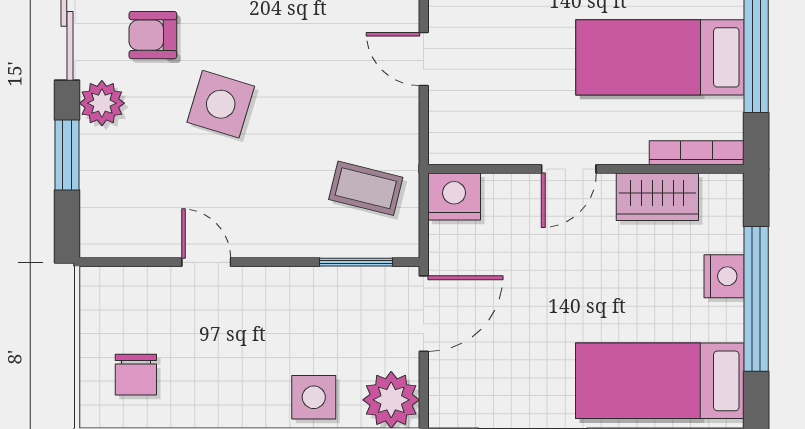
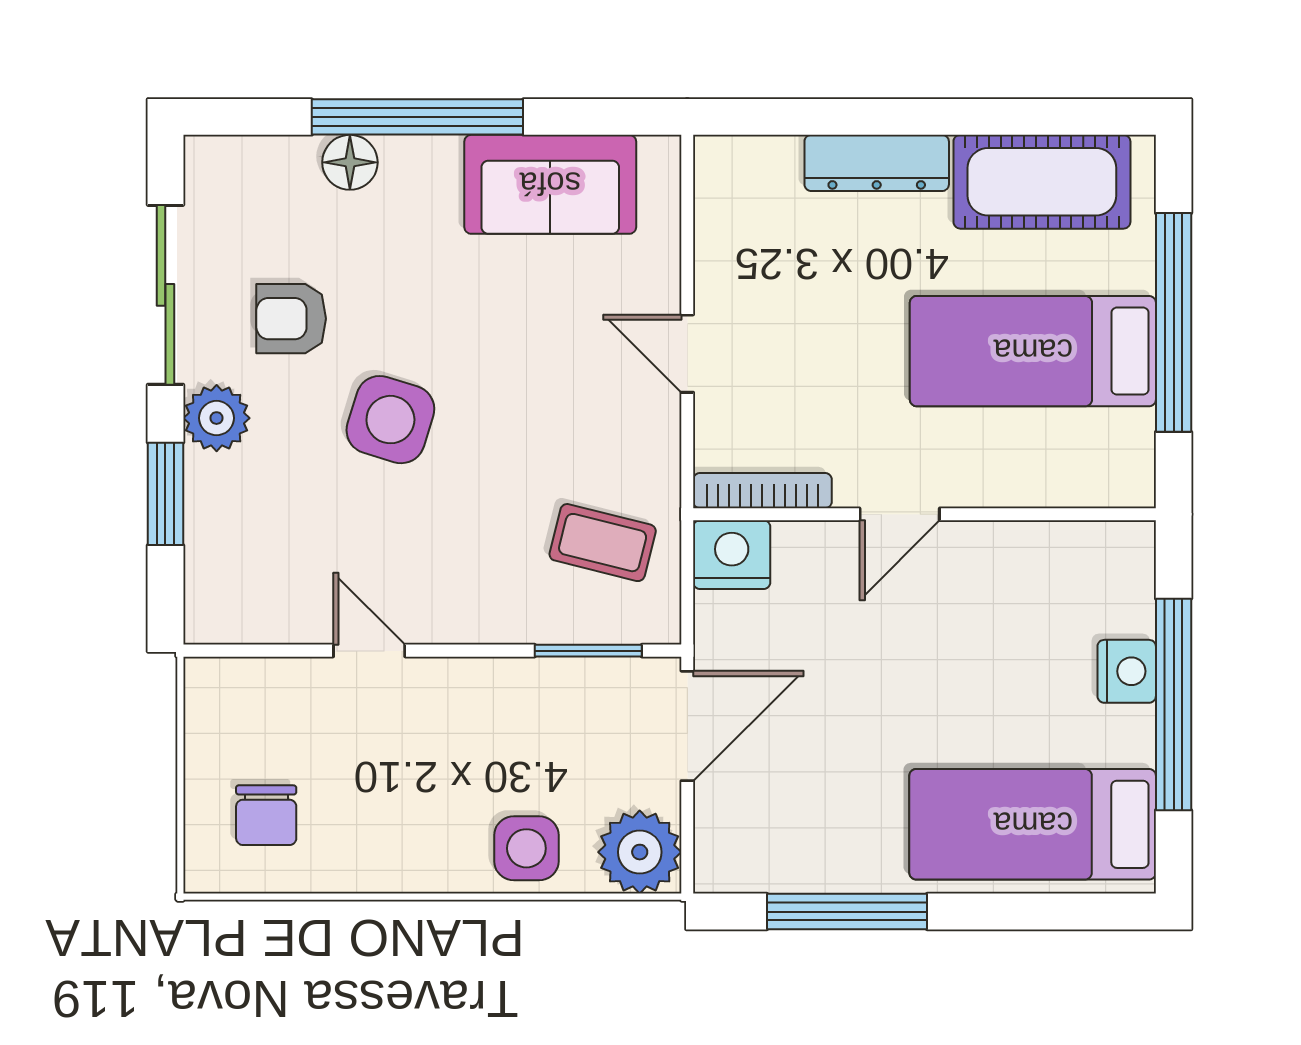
bookcase: (697, 153) -> (762, 491), moved
wardrobe: (657, 197) -> (1029, 555), removed

